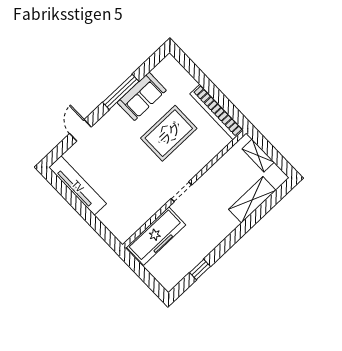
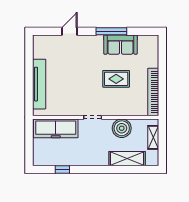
rug: (169, 133) -> (116, 79), width x0.73, depth x0.70
boiler: (219, 176) -> (122, 128), added
tv unit: (78, 186) -> (39, 84), moved

